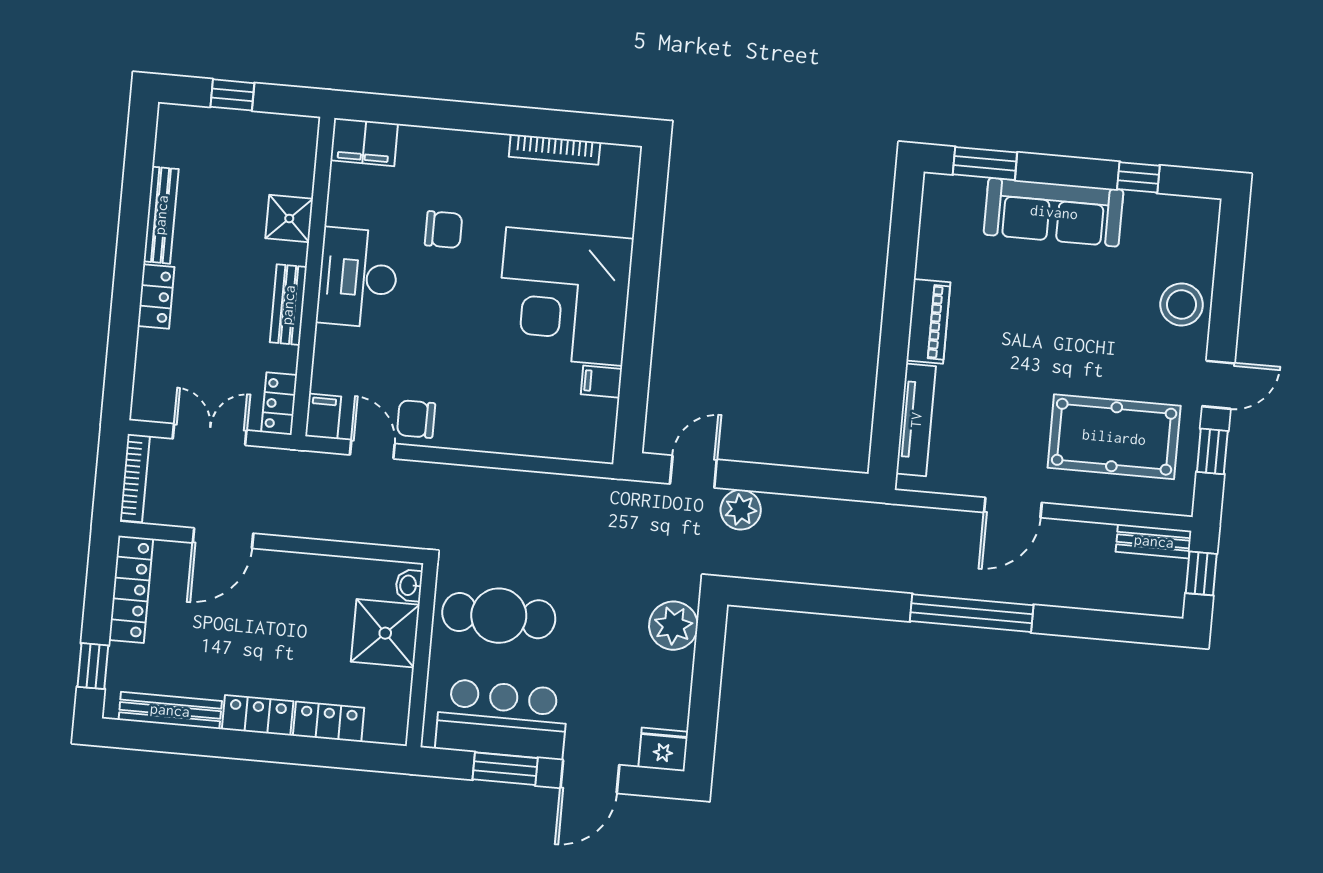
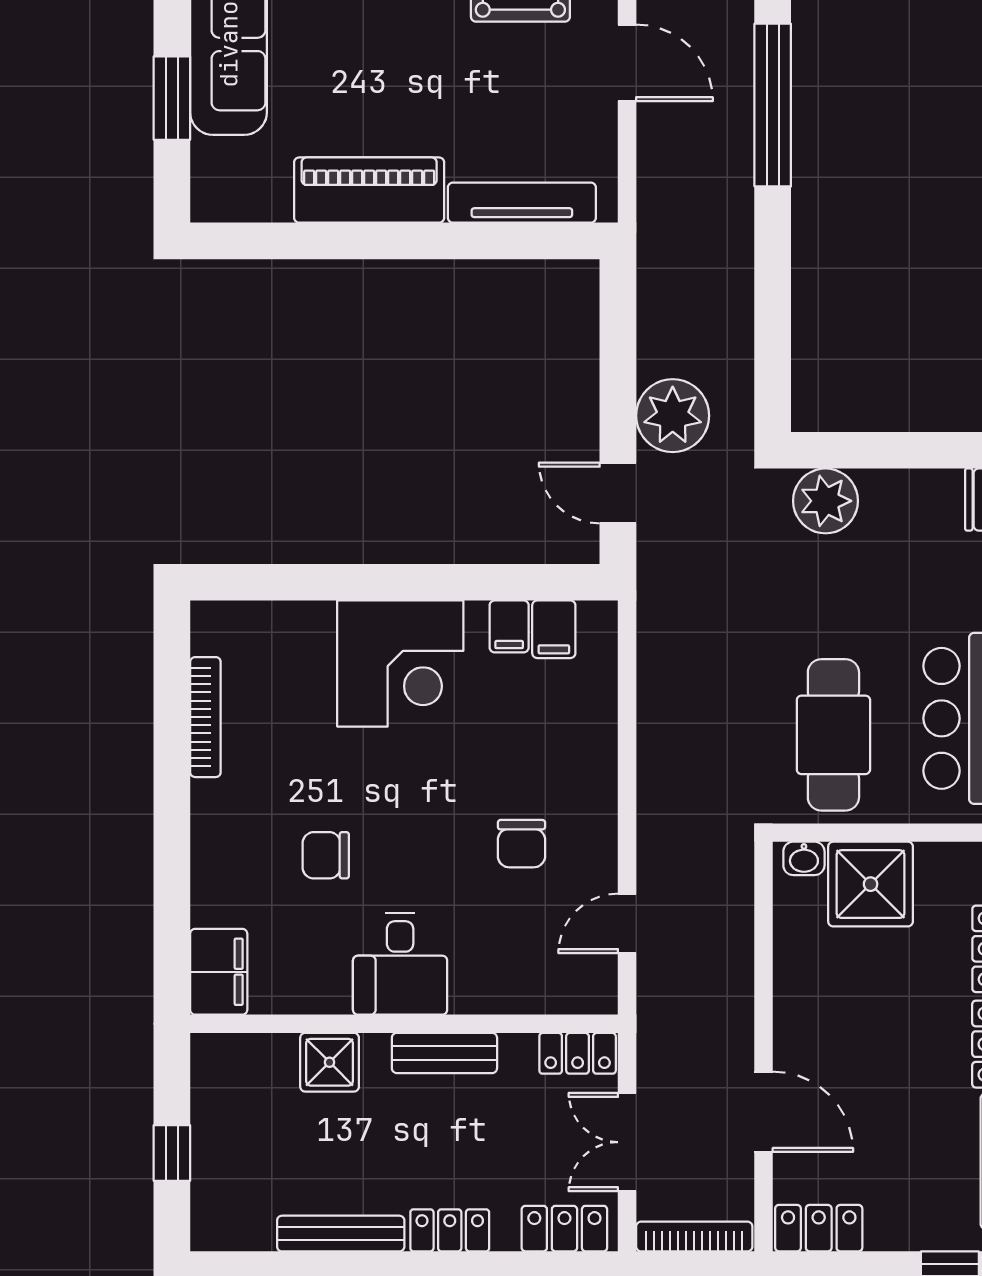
window: (985, 163) -> (172, 98), moved
chair: (444, 230) -> (326, 855), turned -90
desk: (358, 278) -> (400, 964), width x0.73
corner desk: (564, 297) -> (400, 664), width x0.74, depth x0.74
piano: (928, 321) -> (369, 190), width x1.37, depth x1.33
locker: (150, 382) -> (564, 1229), added
filing cabinet: (323, 416) -> (554, 629), moved, turned -90
chair: (416, 419) -> (521, 844), moved
plant: (741, 510) -> (673, 416), width x1.36, depth x1.36
locker: (131, 589) -> (819, 1228), width x0.66

